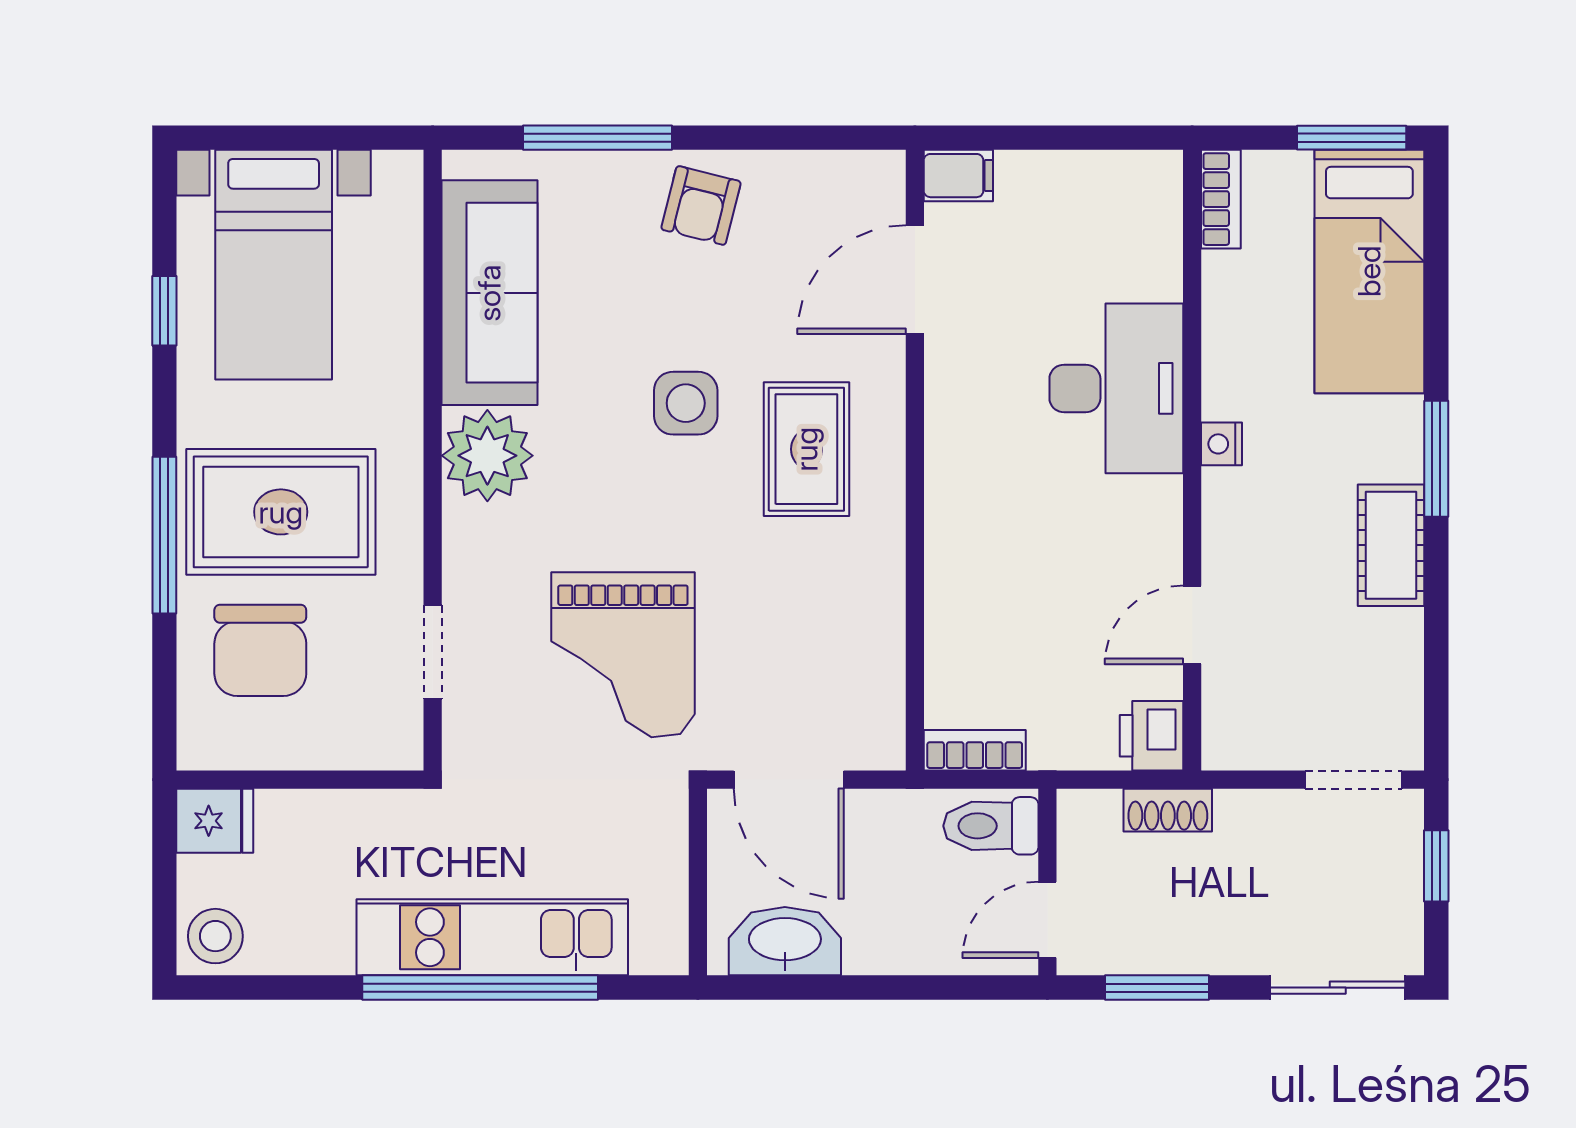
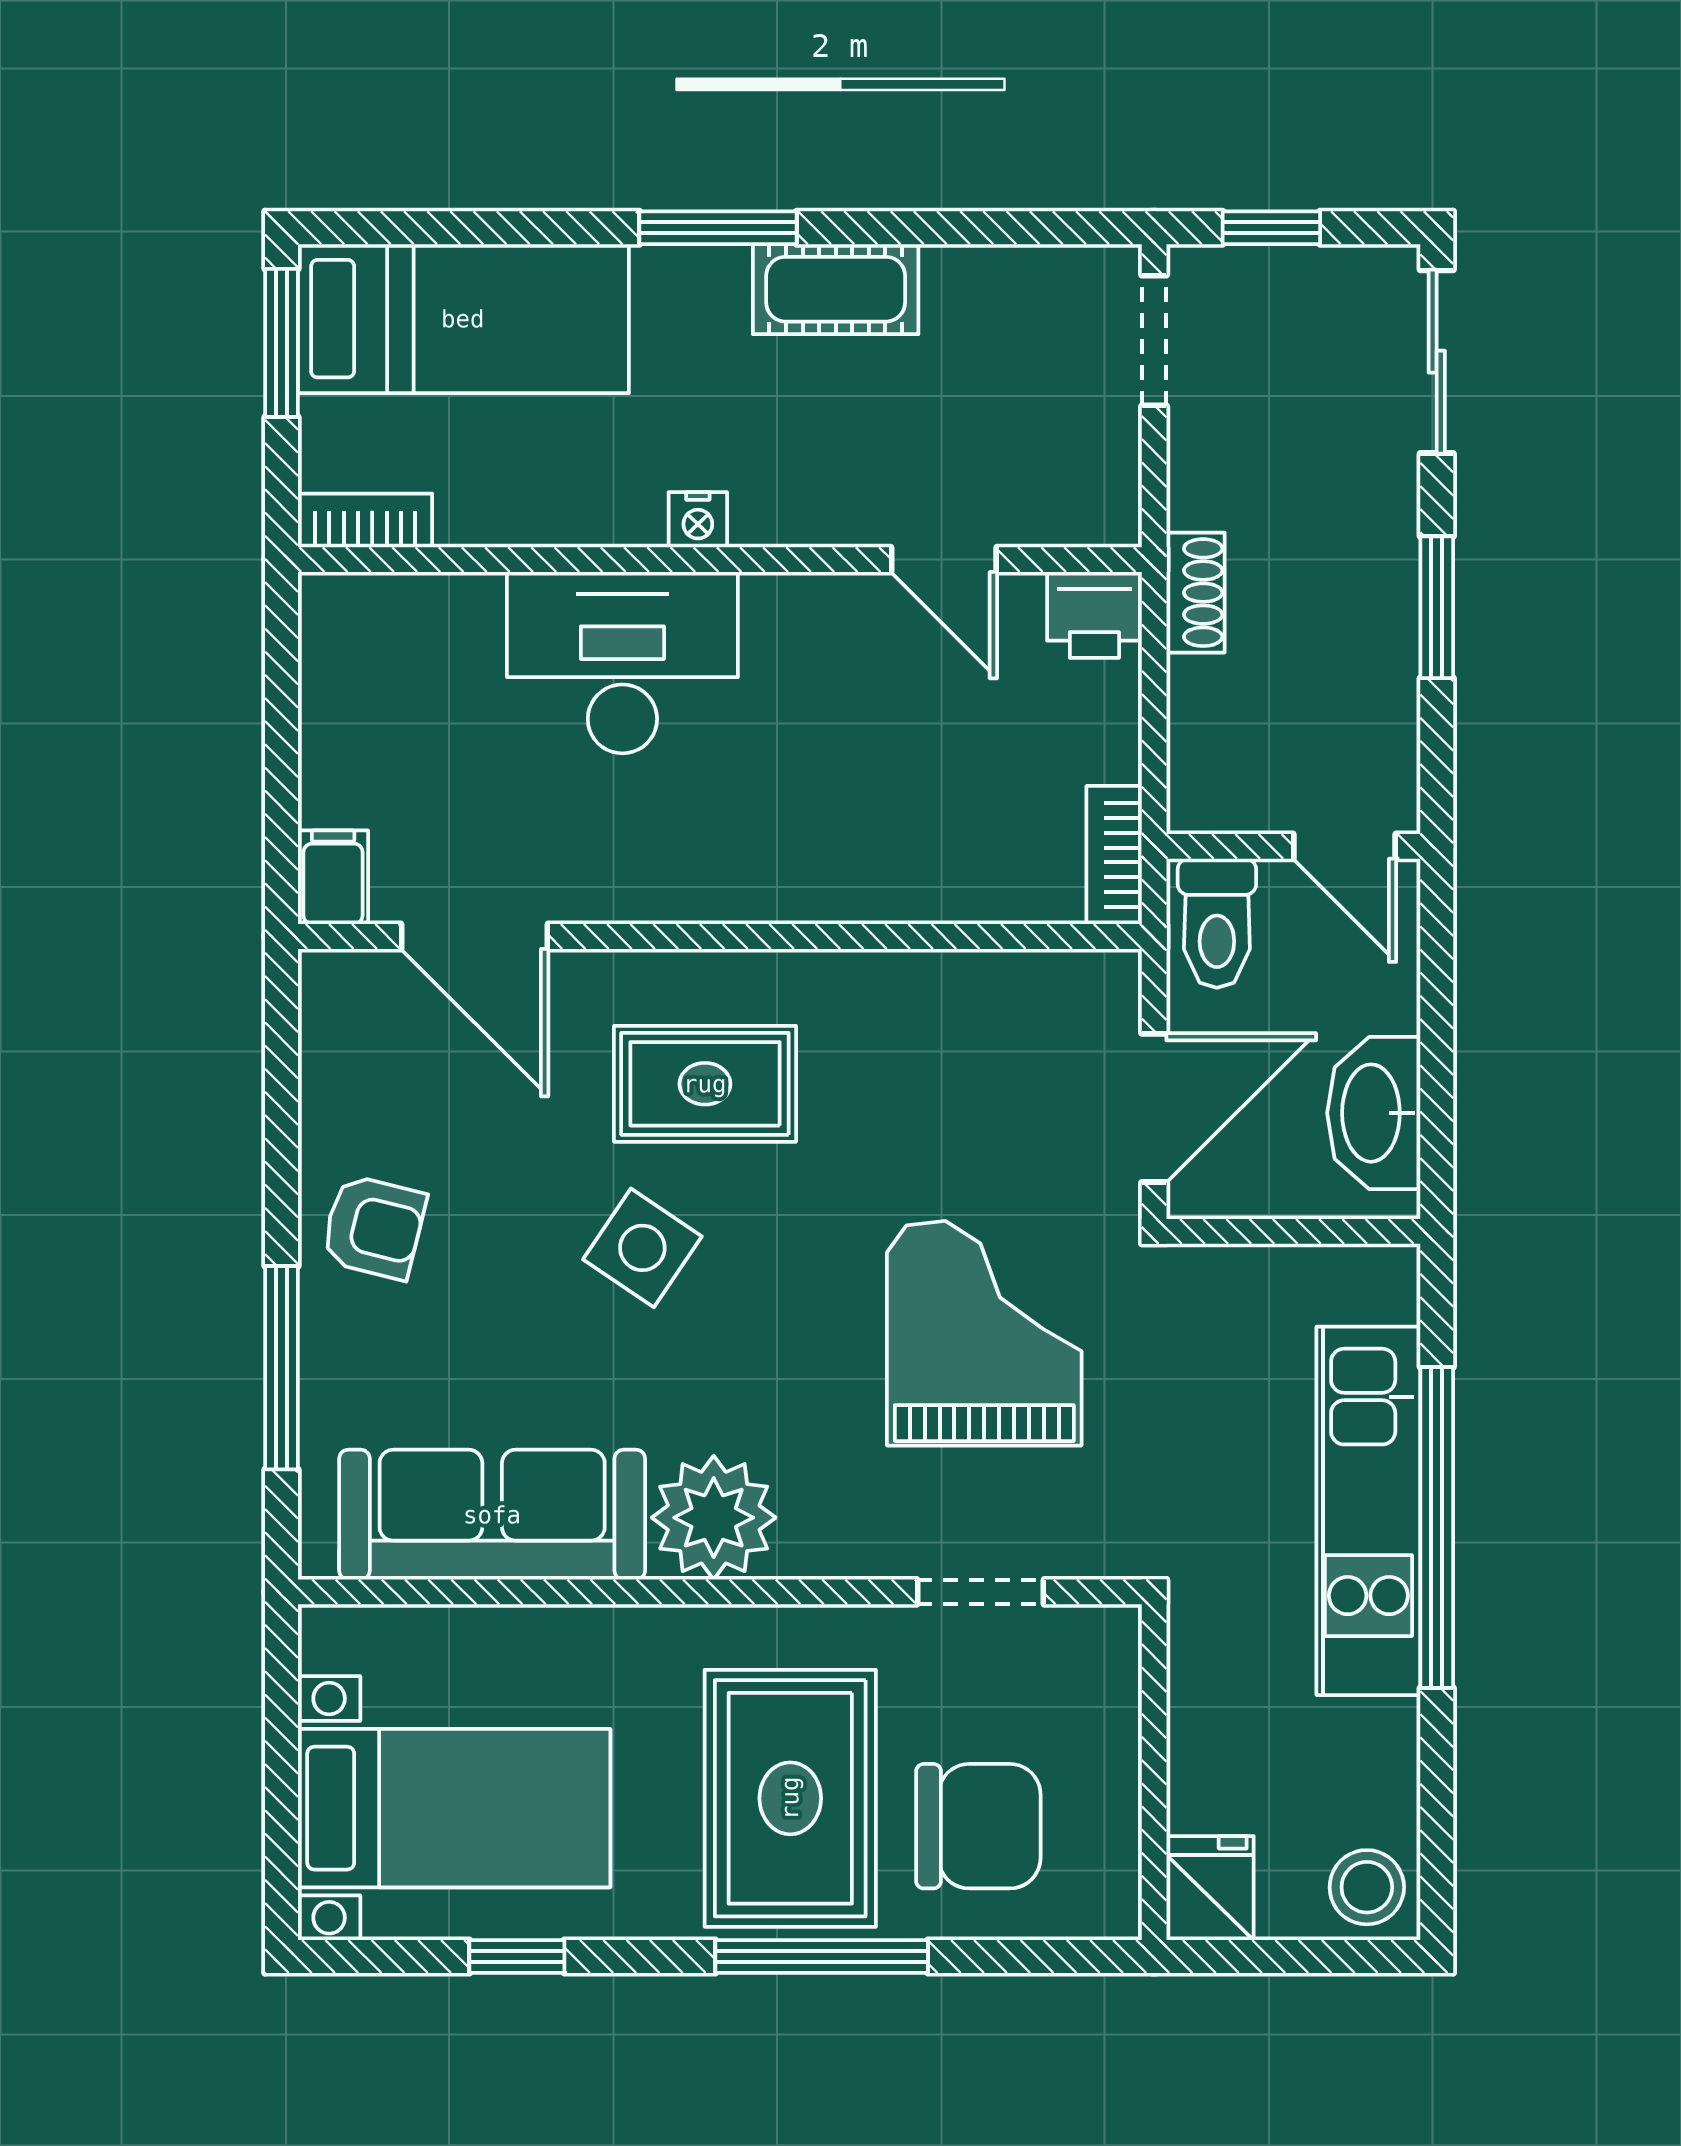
side table: (686, 403) -> (642, 1248), turned 34
grand piano: (623, 655) -> (984, 1333), turned -90
toilet: (991, 826) -> (1217, 923), moved
wall: (1047, 882) -> (1293, 846), moved
door: (1047, 920) -> (1345, 846), moved

